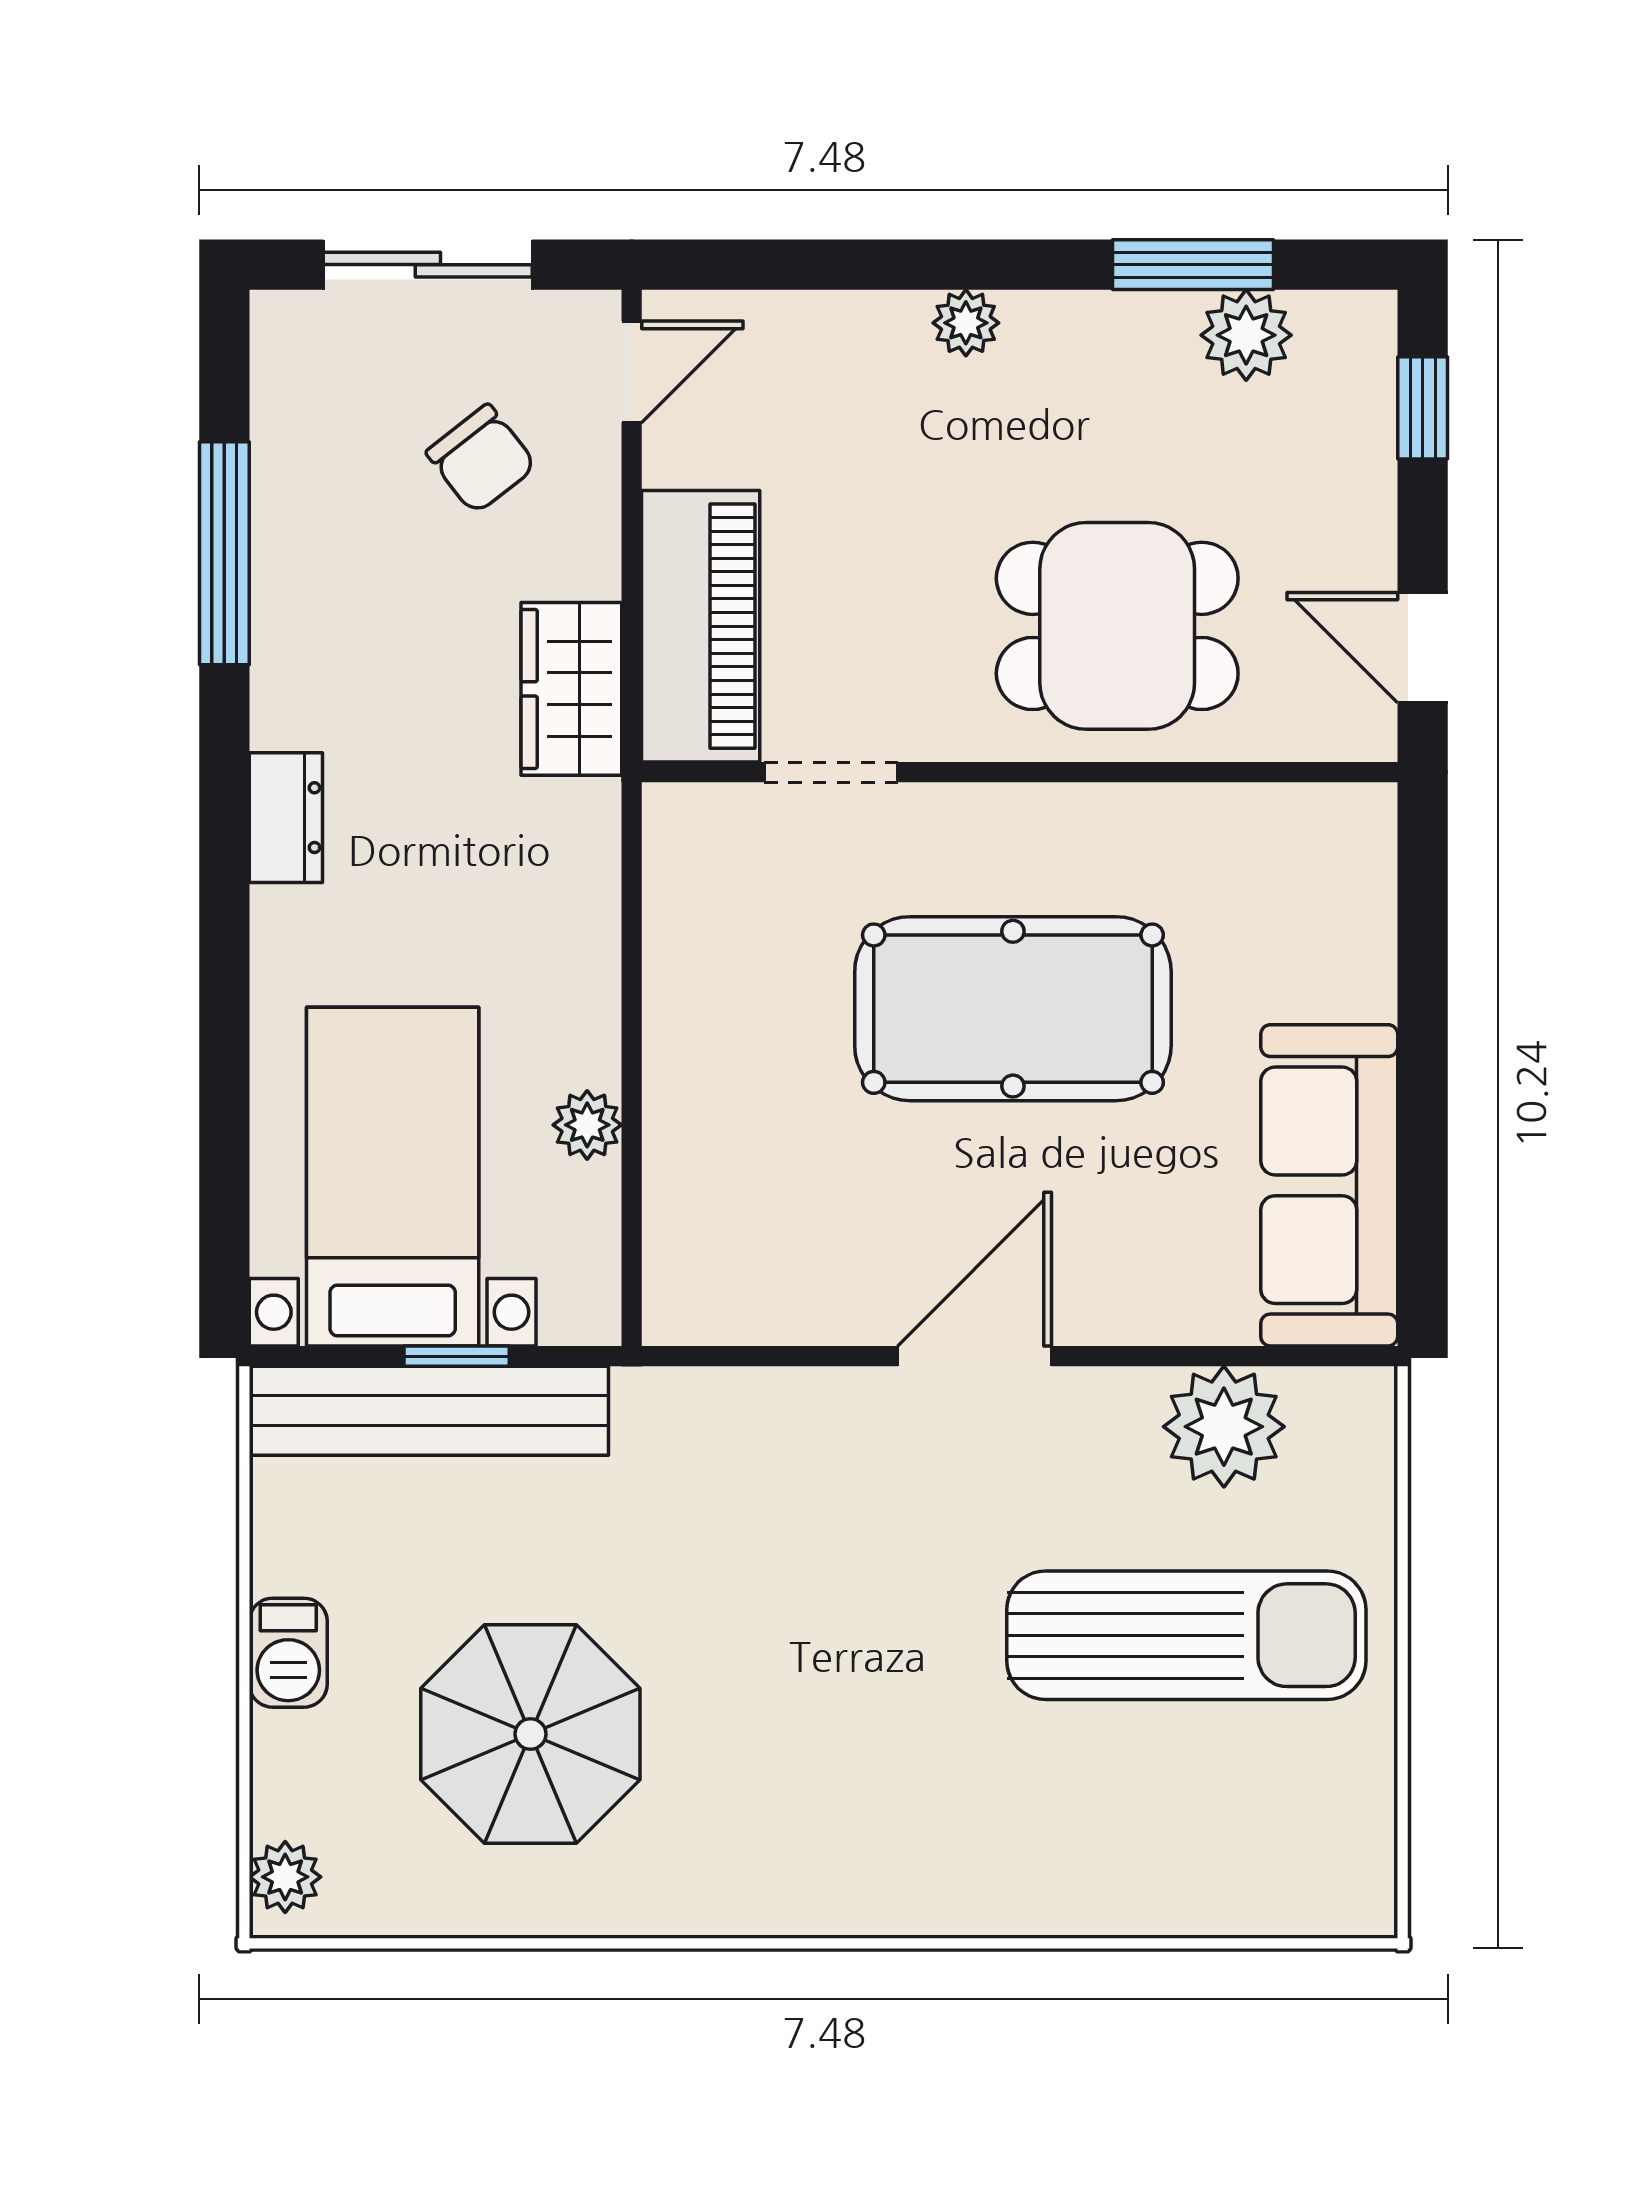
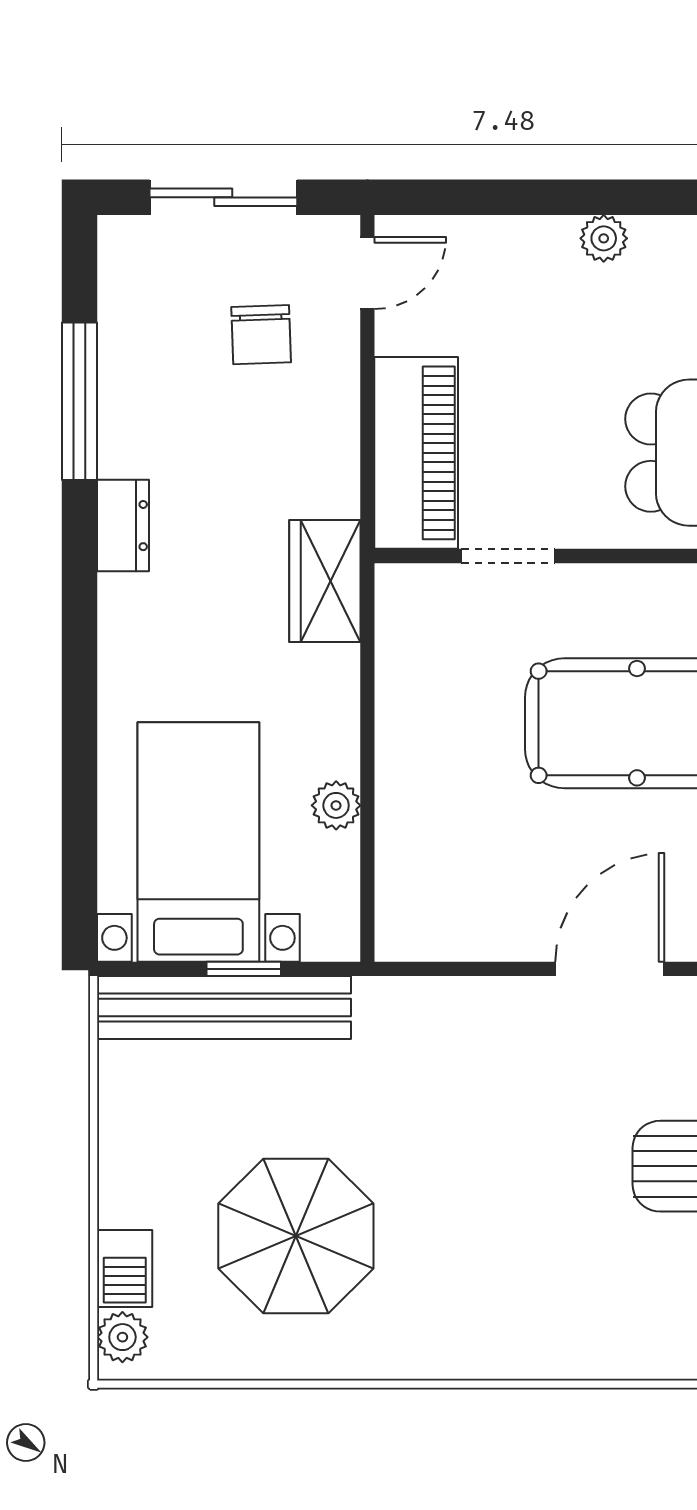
chair: (481, 459) -> (261, 335), turned 36
wardrobe: (571, 689) -> (325, 581), moved
dresser: (286, 818) -> (123, 526), moved
barbecue: (288, 1653) -> (125, 1269), moved

